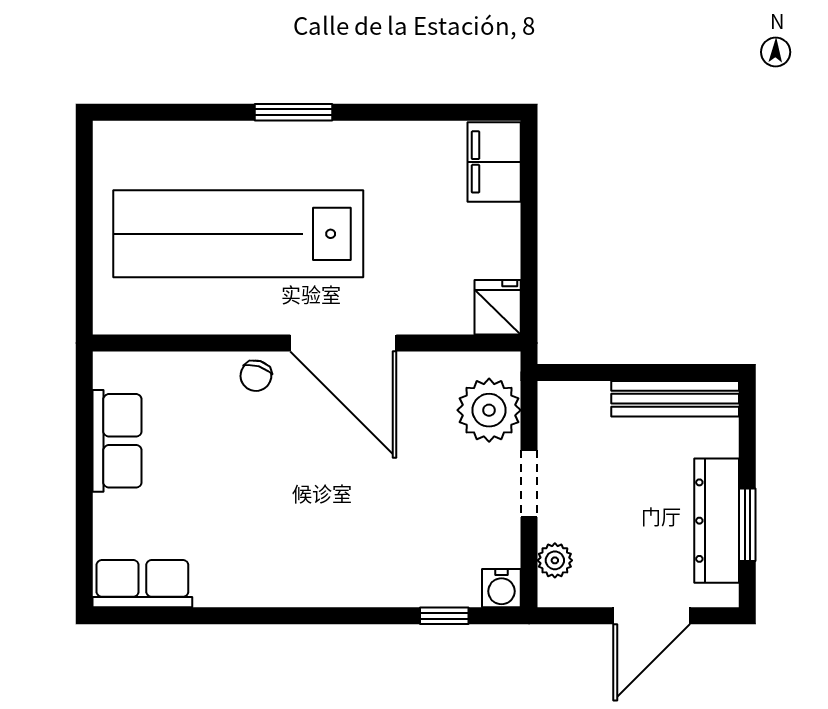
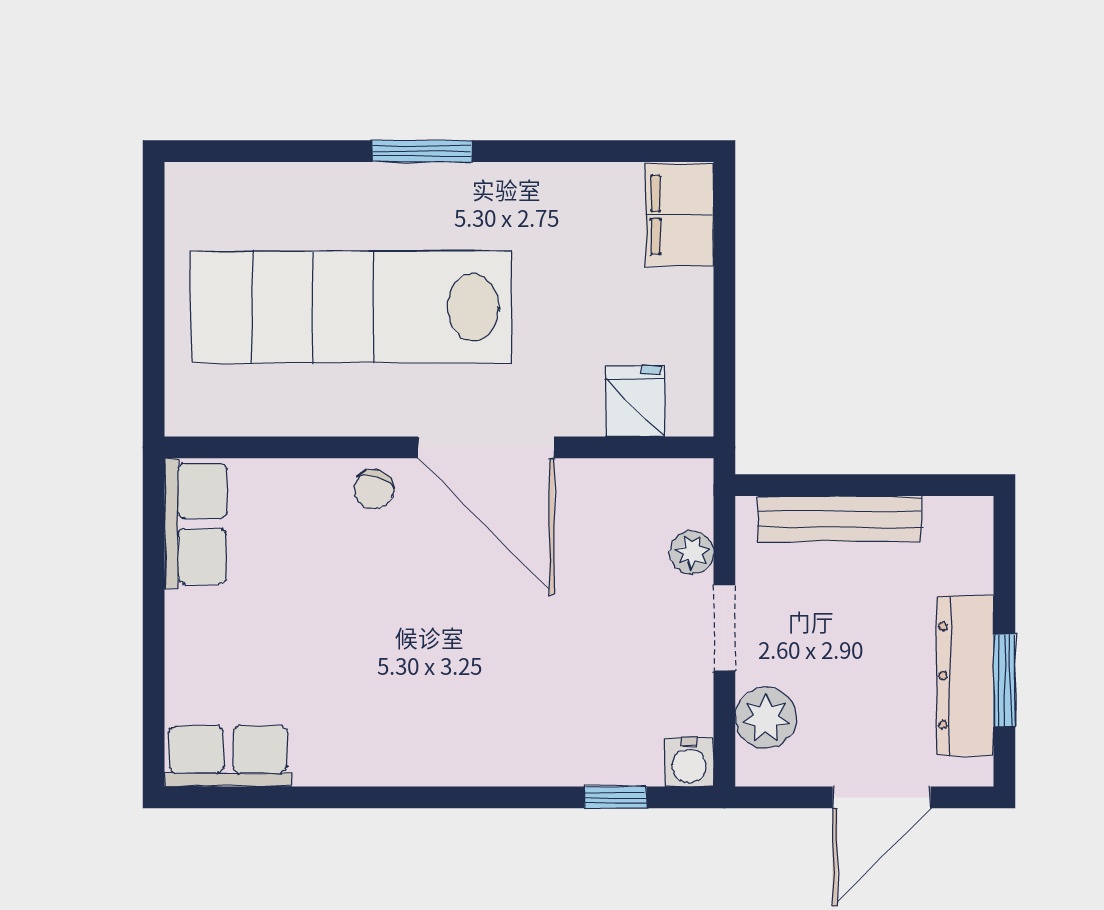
fridge: (498, 307) -> (635, 401), moved
bench: (675, 399) -> (840, 519), moved
plant: (489, 410) -> (692, 552), width x0.53, depth x0.53
row of seats: (117, 441) -> (196, 524), moved
plant: (555, 560) -> (766, 718), width x1.38, depth x1.38

